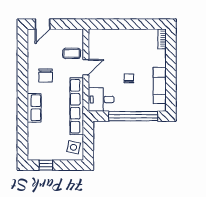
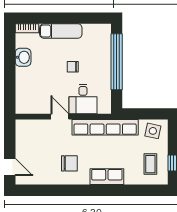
washbasin: (137, 35) -> (23, 57), added
coffee table: (72, 53) -> (150, 164), moved
exam couch: (160, 85) -> (61, 31), moved
desk: (101, 99) -> (83, 99), moved

